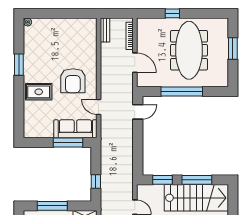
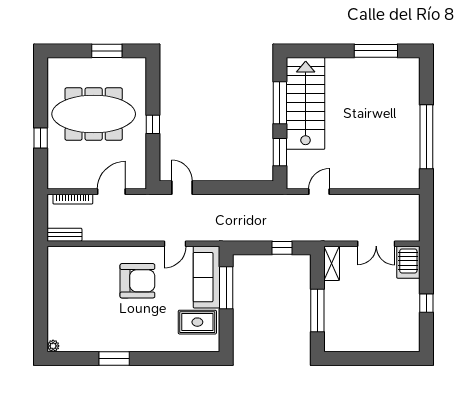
window: (233, 49) -> (107, 51), moved
rug: (39, 92) -> (197, 322), moved, turned 90
window: (182, 92) -> (153, 124), width x0.32

